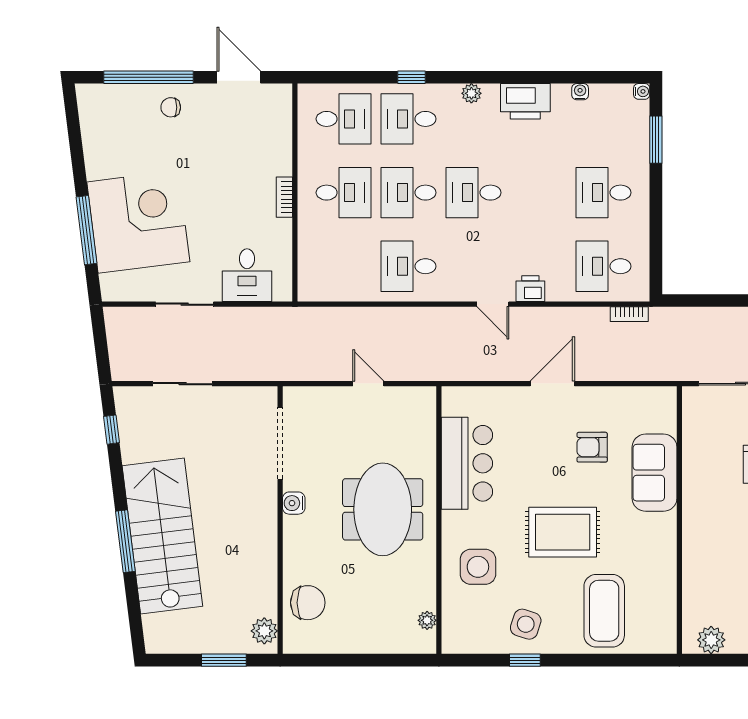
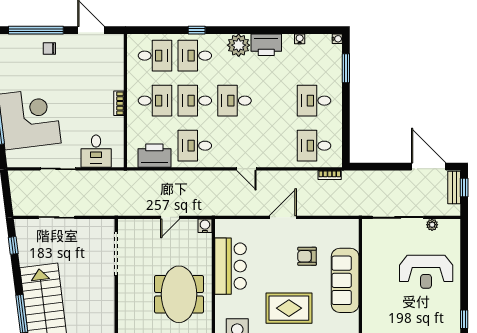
plant: (471, 93) -> (239, 45), width x1.87, depth x1.87
printer: (530, 289) -> (154, 156), moved, width x1.87, depth x1.48
door: (368, 384) -> (170, 217), swing flipped
sofa: (655, 473) -> (345, 280), width x1.36
water cooler: (294, 503) -> (205, 226), moved, turned 90

